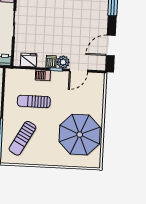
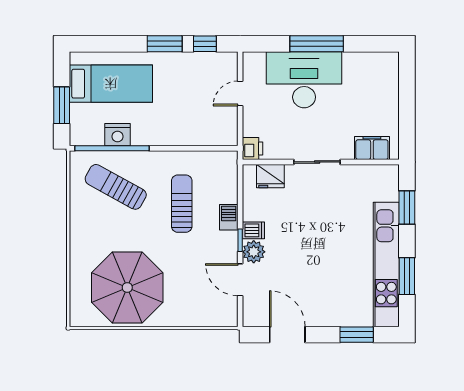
fridge: (29, 60) -> (270, 176), moved, turned 90

